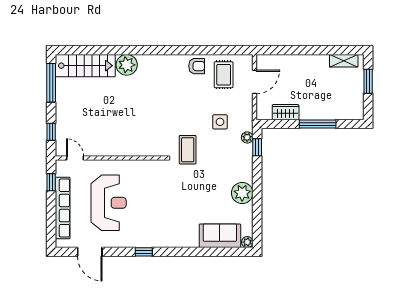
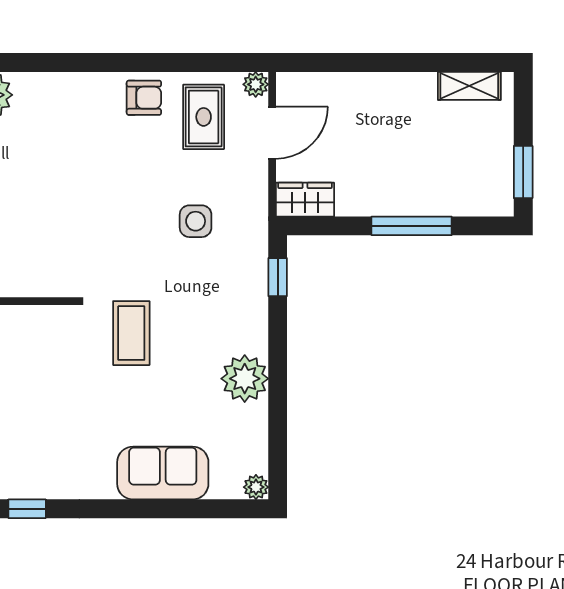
window: (368, 81) -> (523, 172), moved
wardrobe: (286, 112) -> (305, 200), moved
plant: (247, 137) -> (256, 84), moved
coffee table: (188, 150) -> (131, 333), moved
sofa: (220, 236) -> (163, 473), moved

